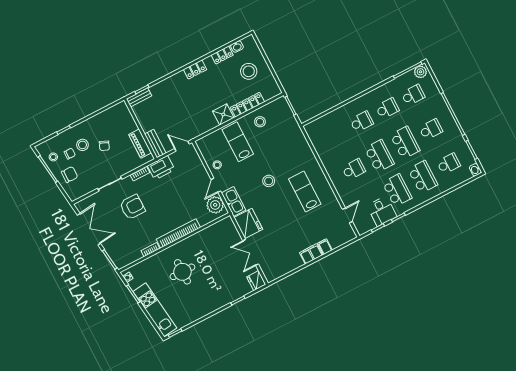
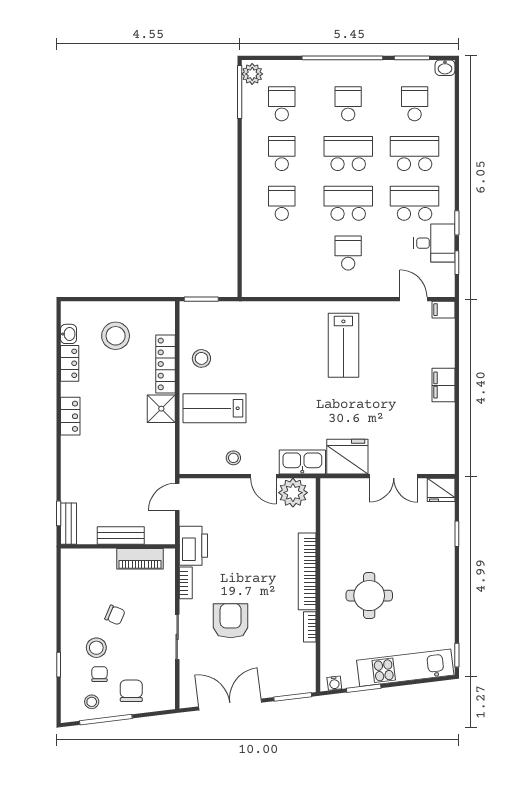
bench: (155, 144) -> (121, 536), moved
stool: (269, 181) -> (299, 392), removed
lab bench: (305, 192) -> (343, 345), turned -90
filing cabinet: (325, 247) -> (443, 310), moved

